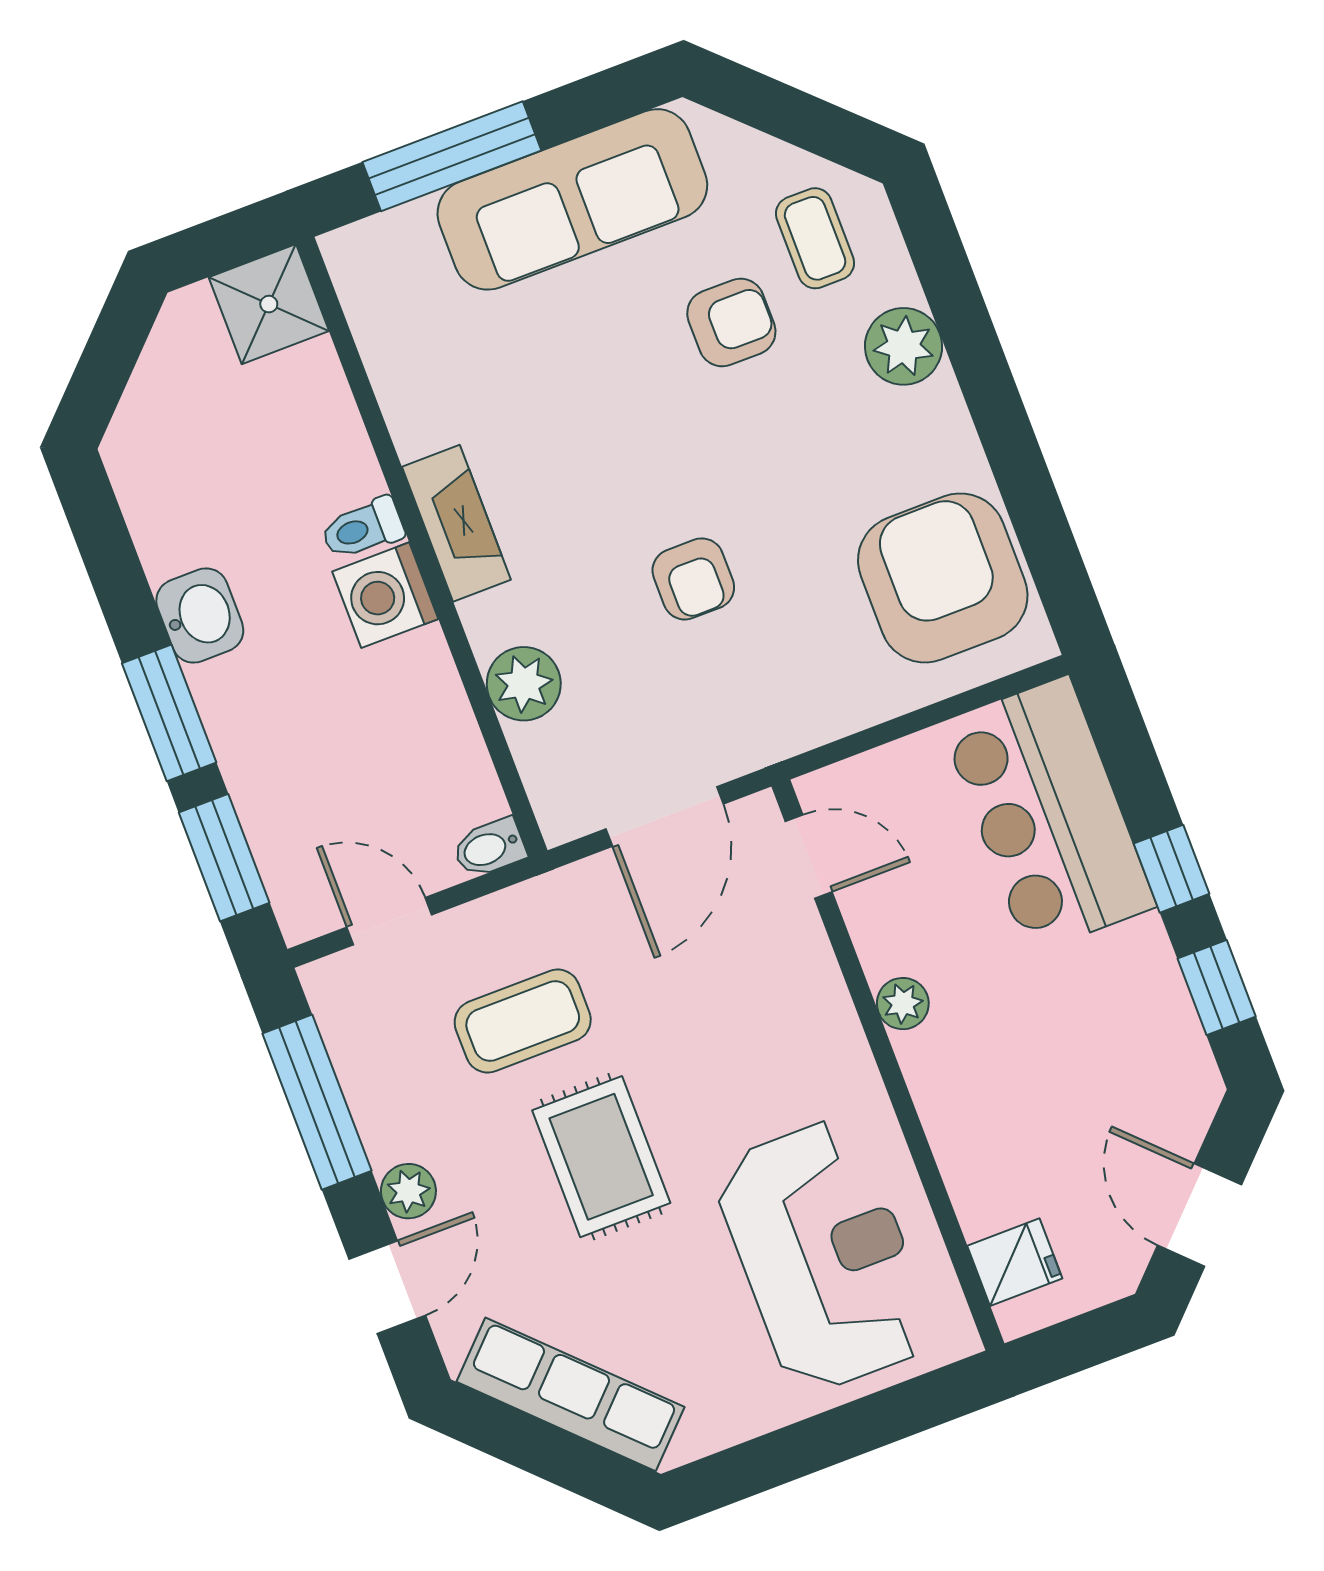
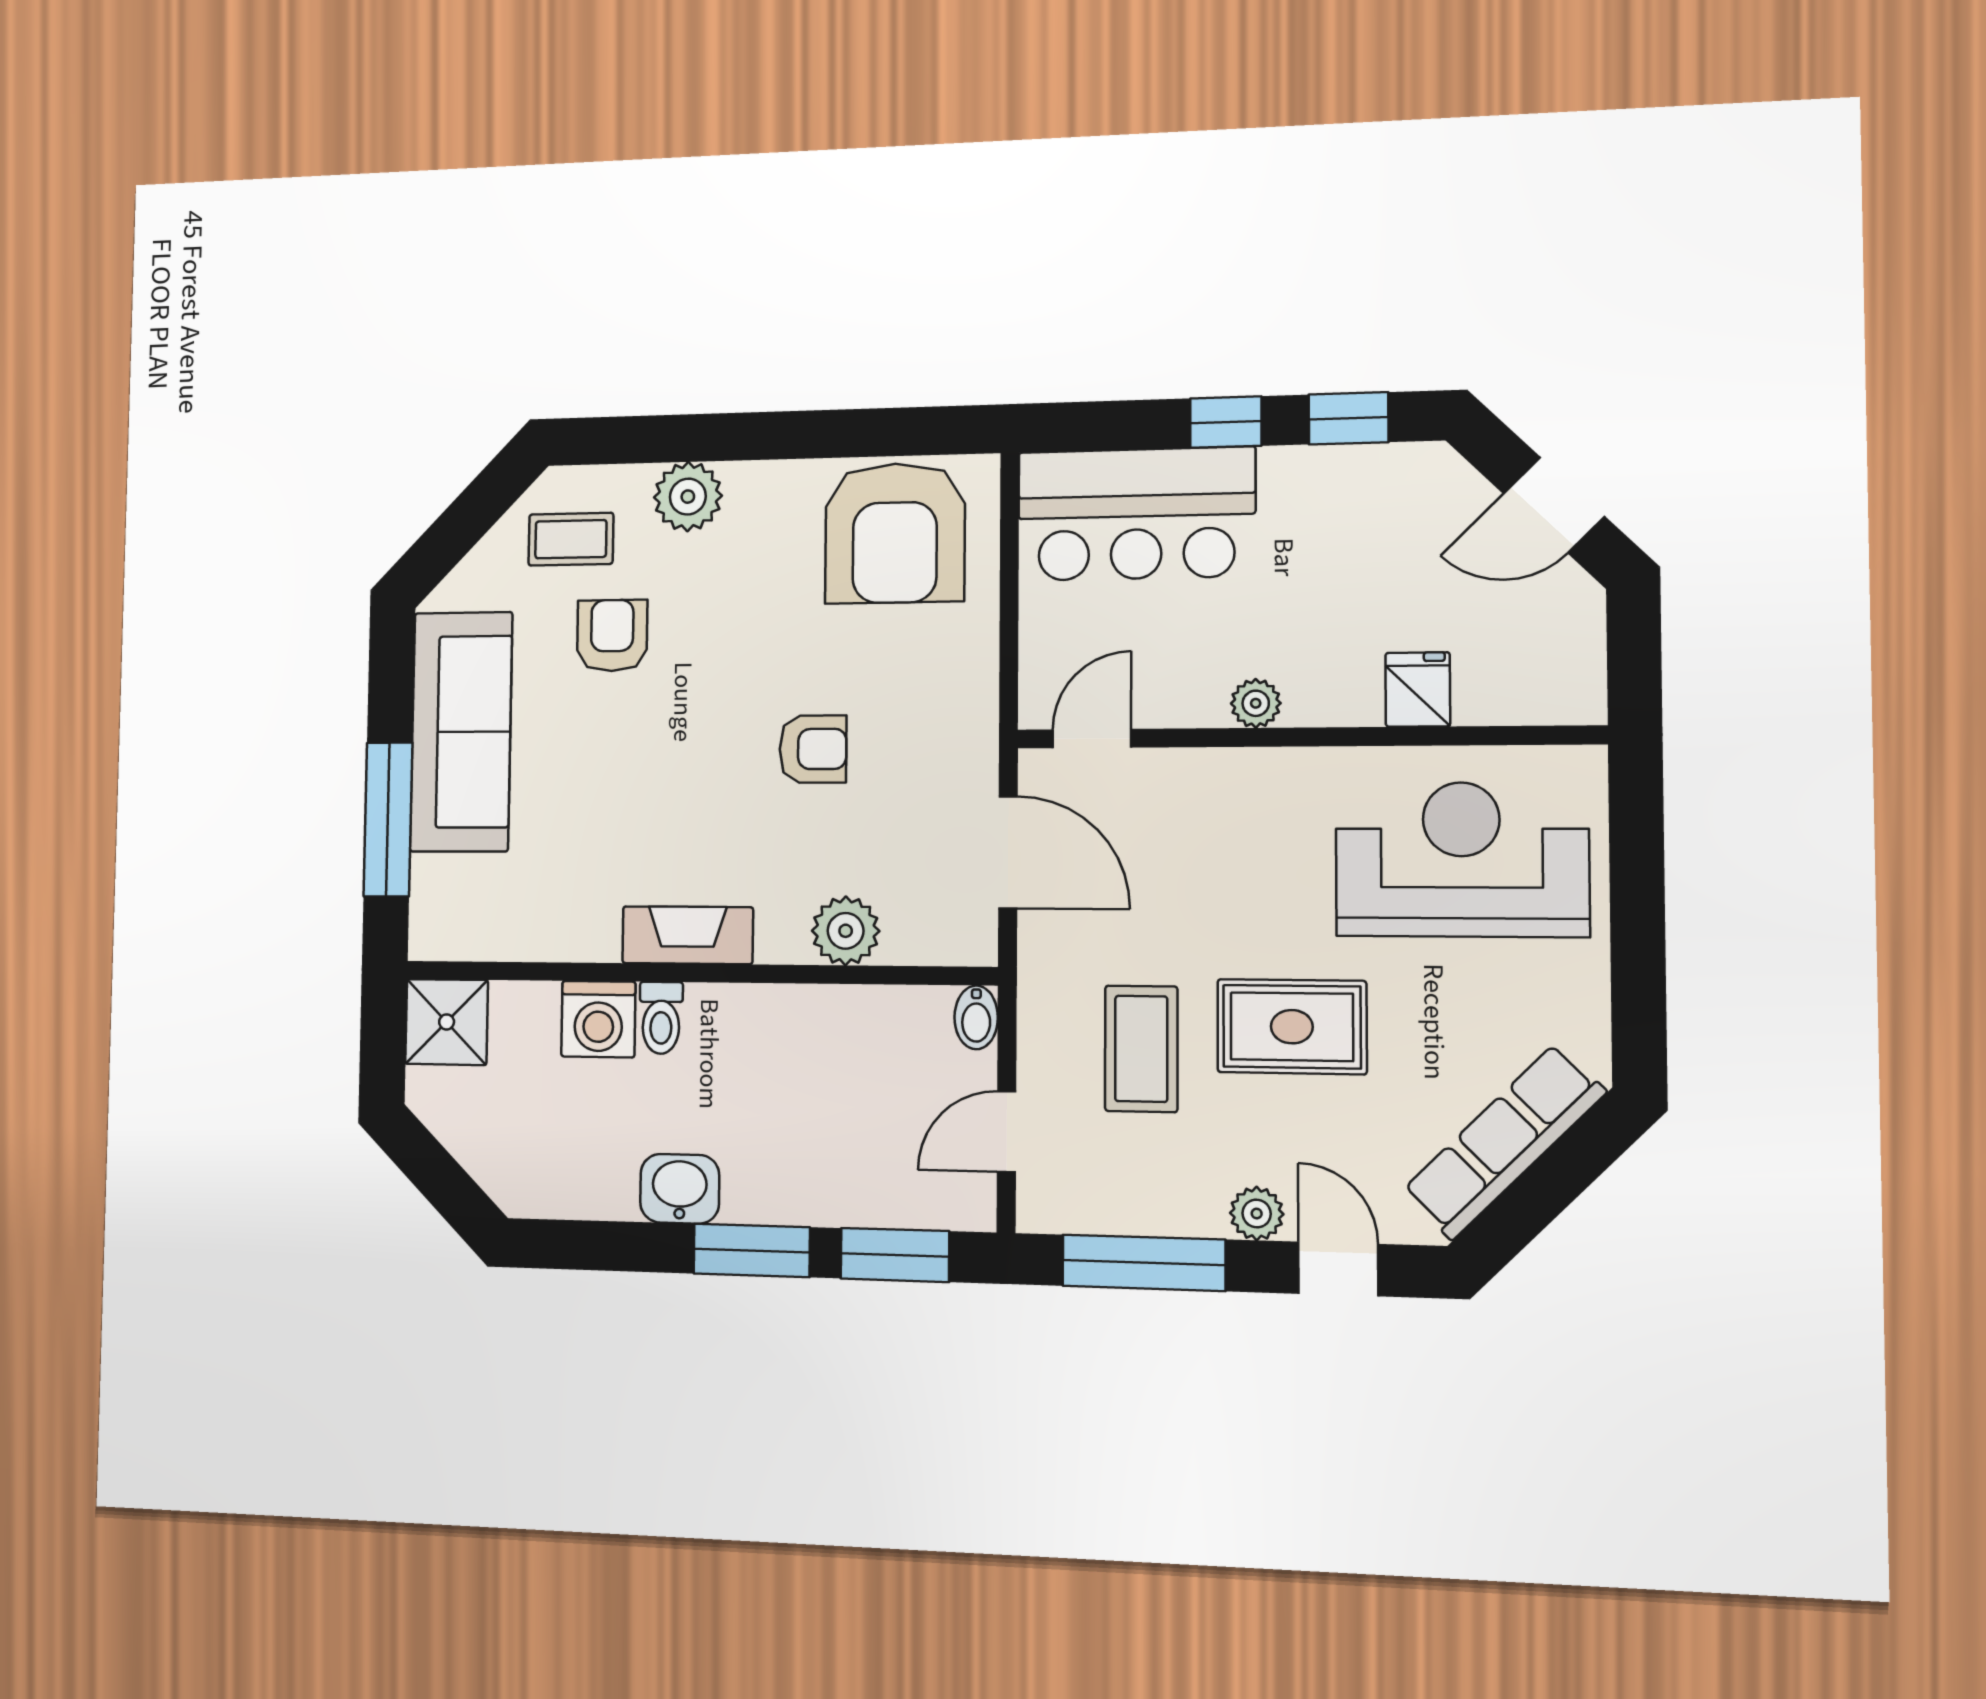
armchair: (943, 578) -> (895, 533), turned -90
washing machine: (385, 595) -> (598, 1019), moved
fridge: (1015, 1262) -> (1418, 689), moved

